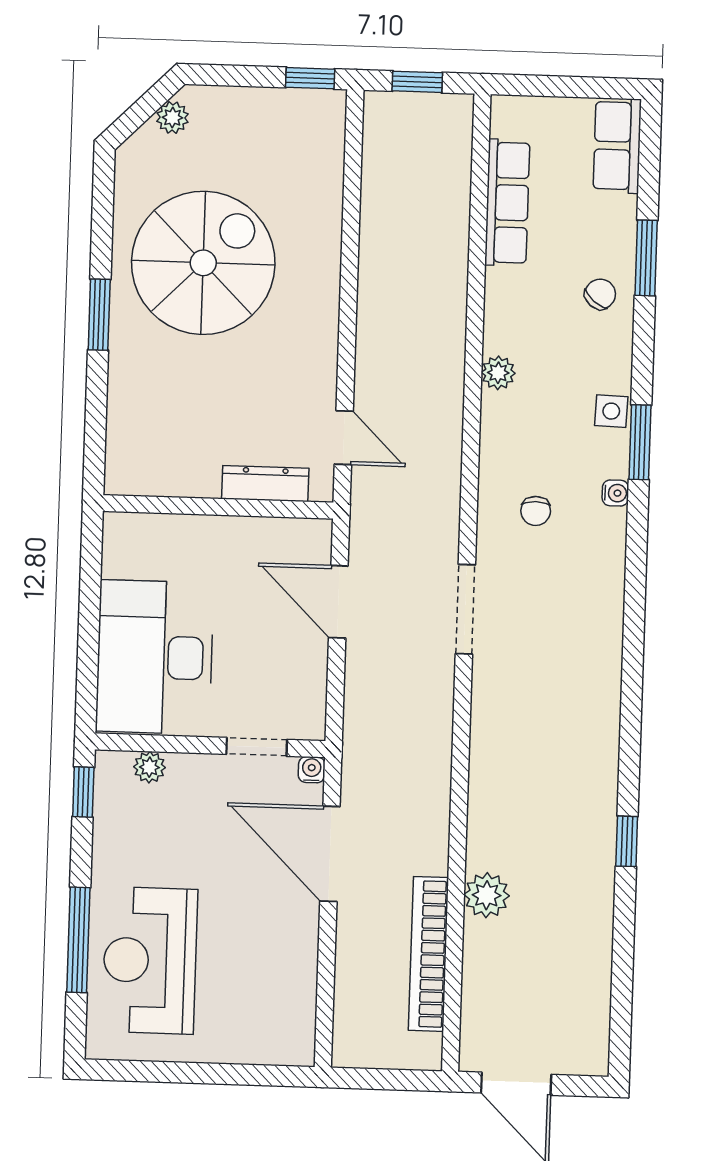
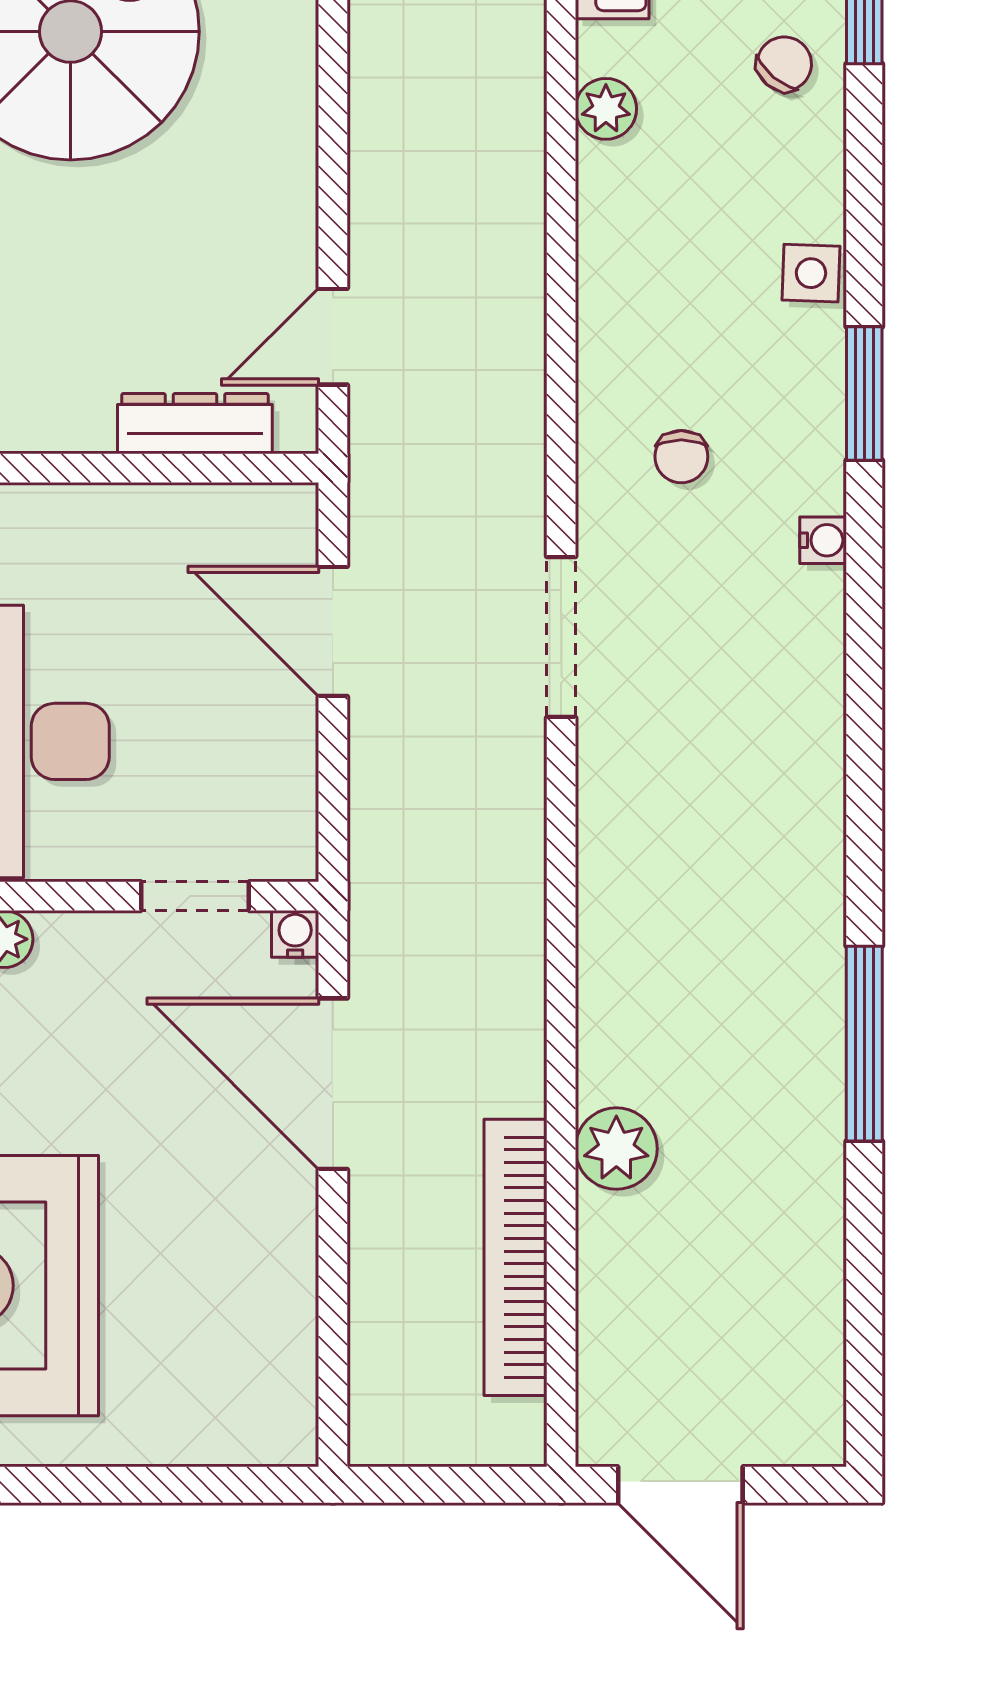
plant: (498, 373) -> (606, 109), moved
door: (344, 438) -> (333, 337), swing flipped
window: (640, 442) -> (864, 394), moved
water cooler: (615, 493) -> (823, 540), moved
window: (627, 841) -> (864, 1044), width x2.17

